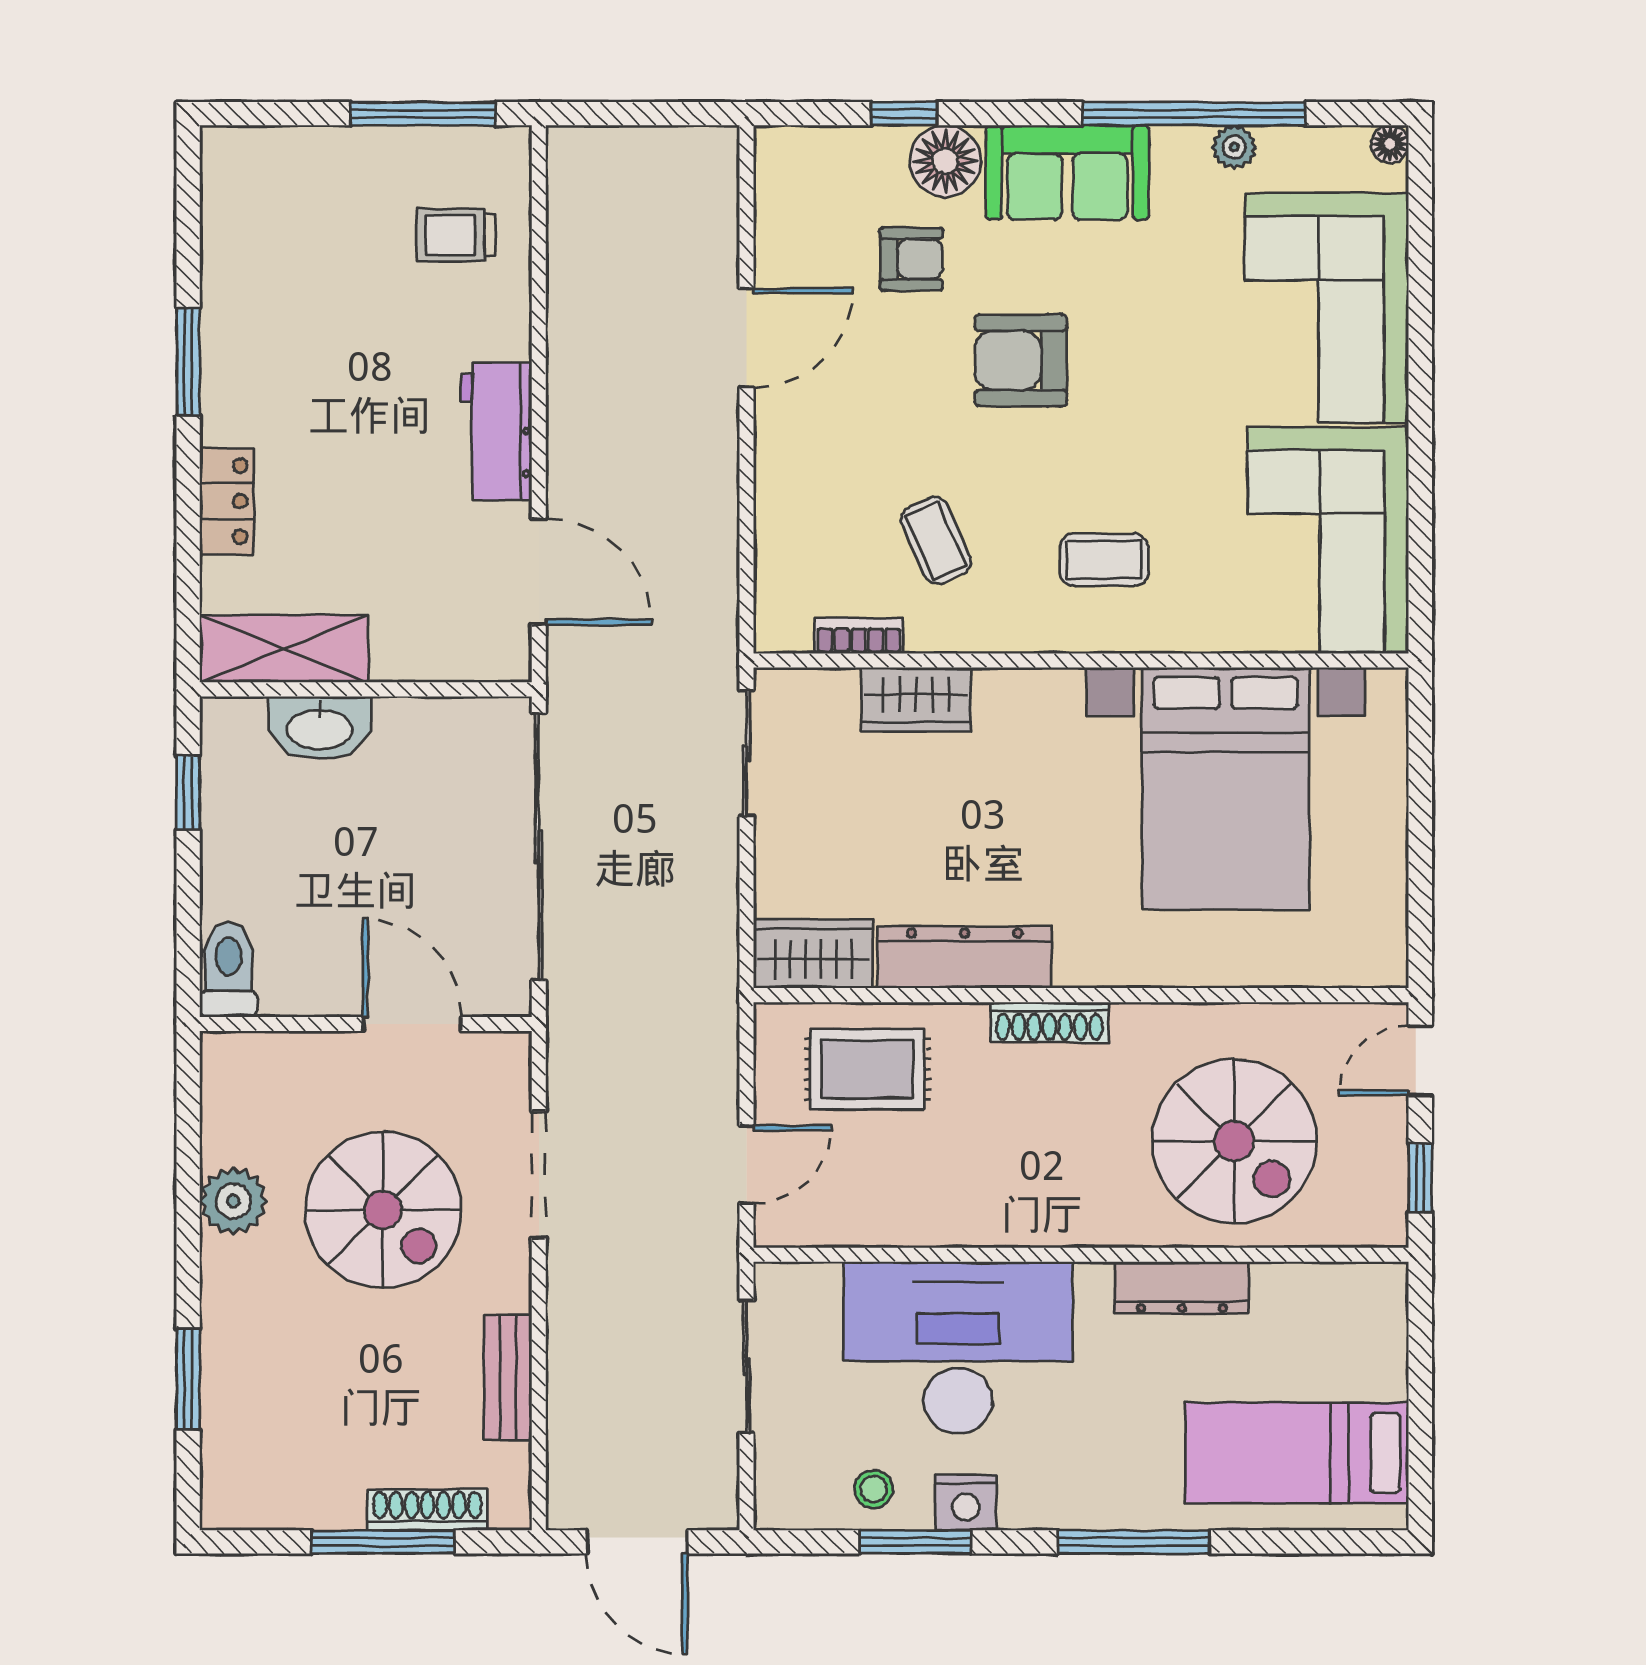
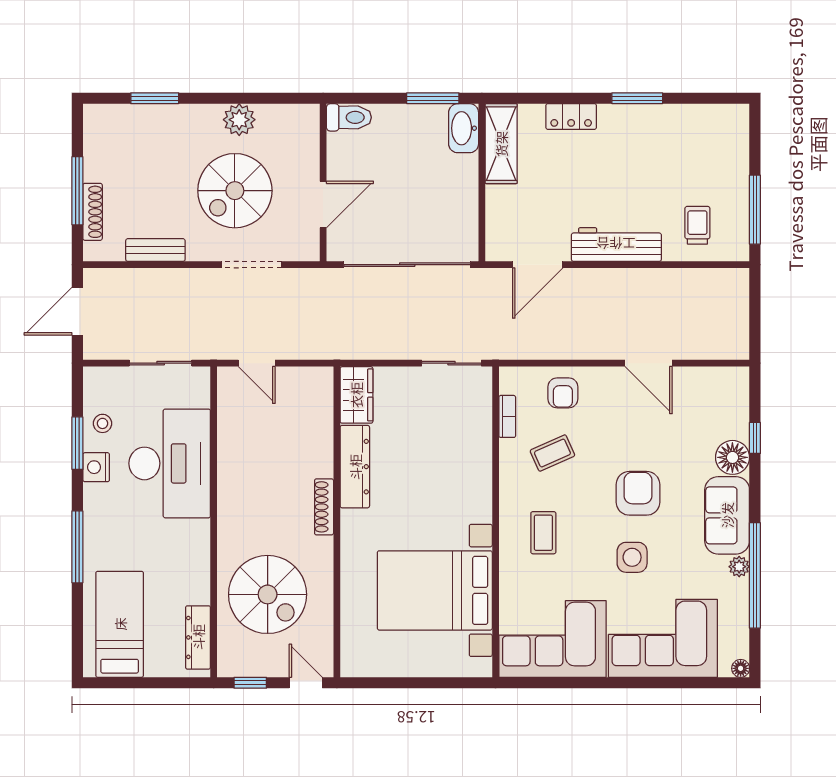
plant: (1234, 147) -> (739, 567), moved
armchair: (911, 259) -> (563, 393), moved
side table: (1156, 373) -> (632, 557), added
workbench: (496, 432) -> (616, 244), width x1.38
wardrobe: (916, 699) -> (477, 444), removed
washbasin: (320, 728) -> (464, 128), moved
window: (188, 793) -> (433, 98), width x1.50
rug: (867, 1069) -> (302, 421), removed
spiral stairs: (1234, 1141) -> (268, 594), turned -90
dresser: (1182, 1288) -> (198, 637), moved

